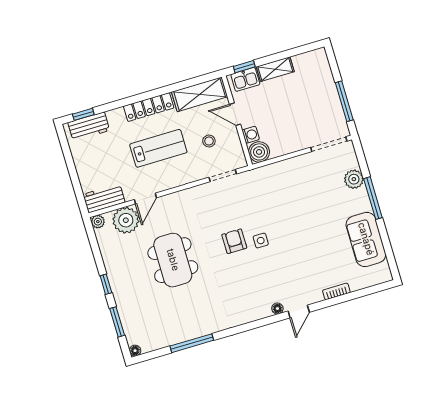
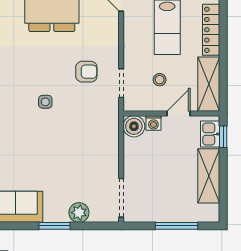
shelving: (275, 69) -> (209, 176), width x1.50, depth x1.33
window: (344, 101) -> (177, 226), moved
window: (373, 198) -> (55, 226), width x0.69
armchair: (234, 241) -> (86, 72), moved

